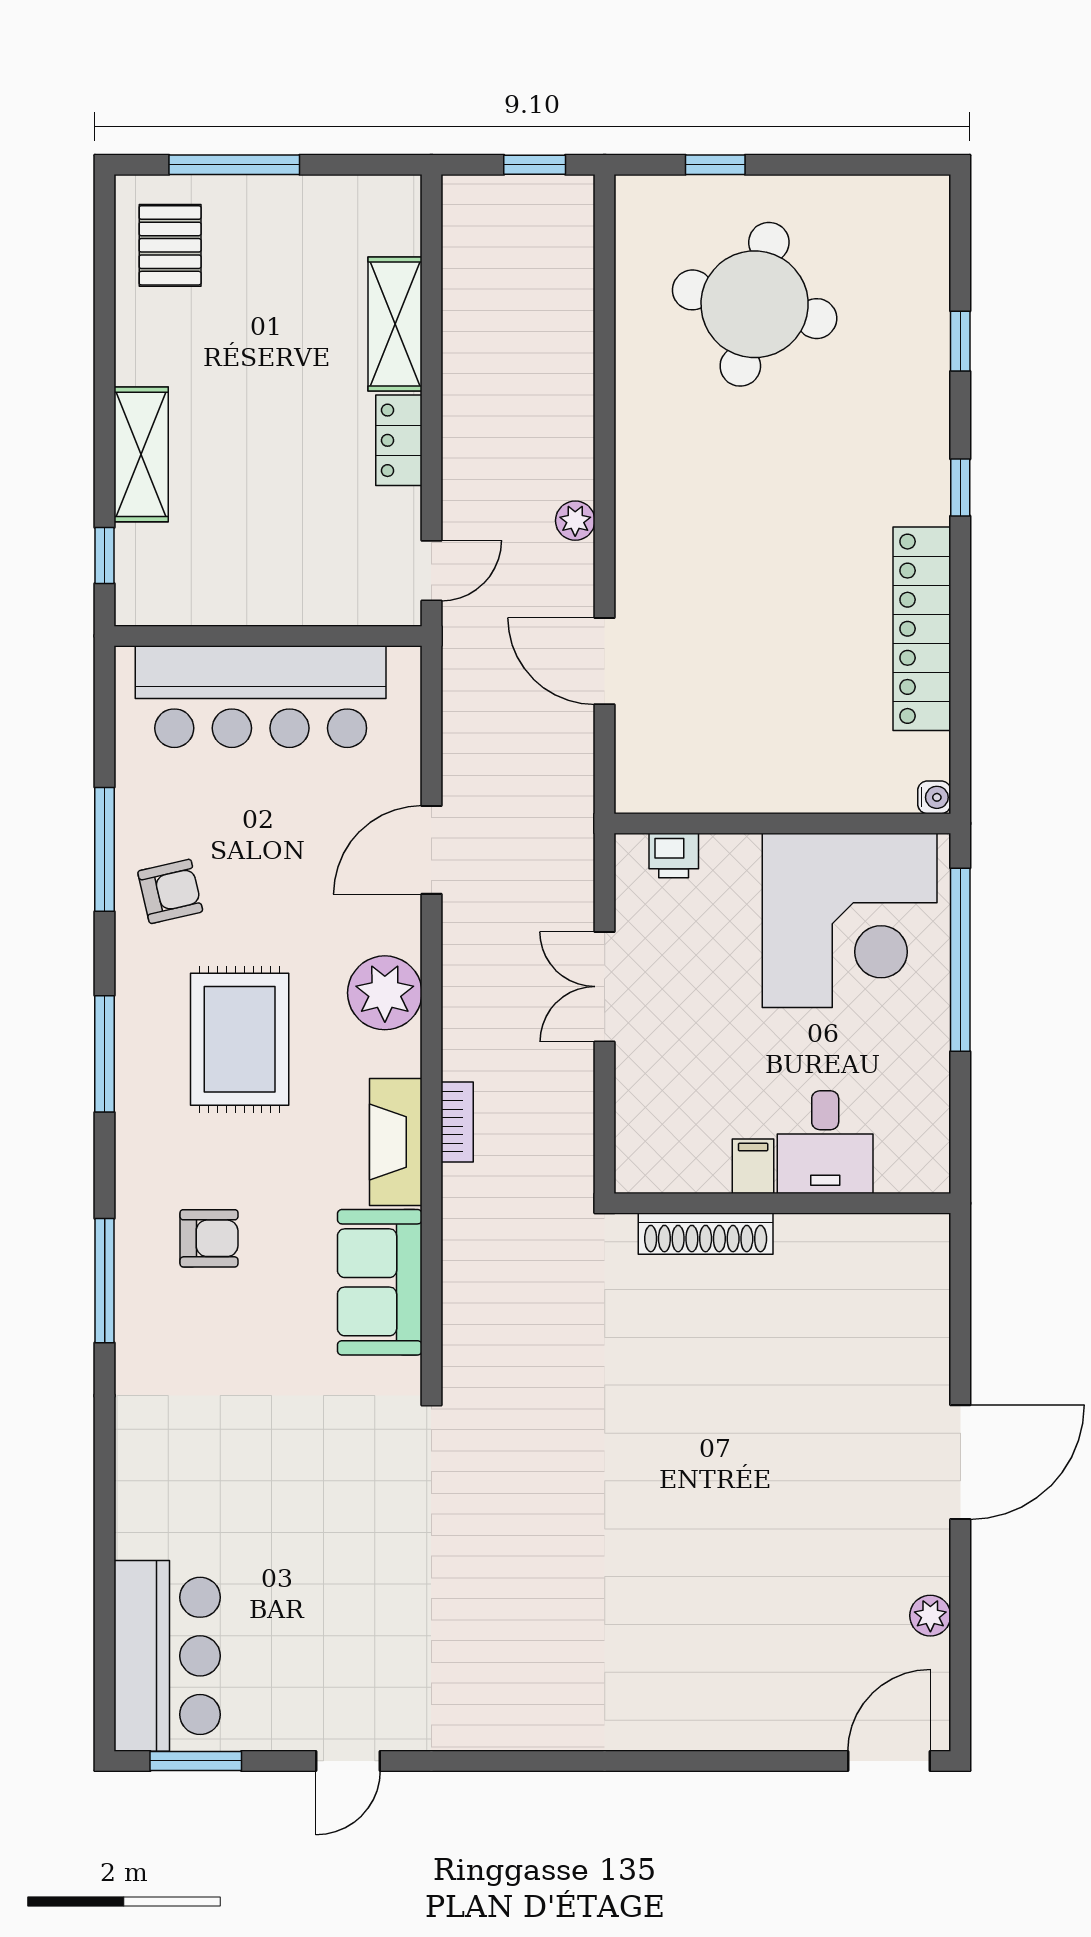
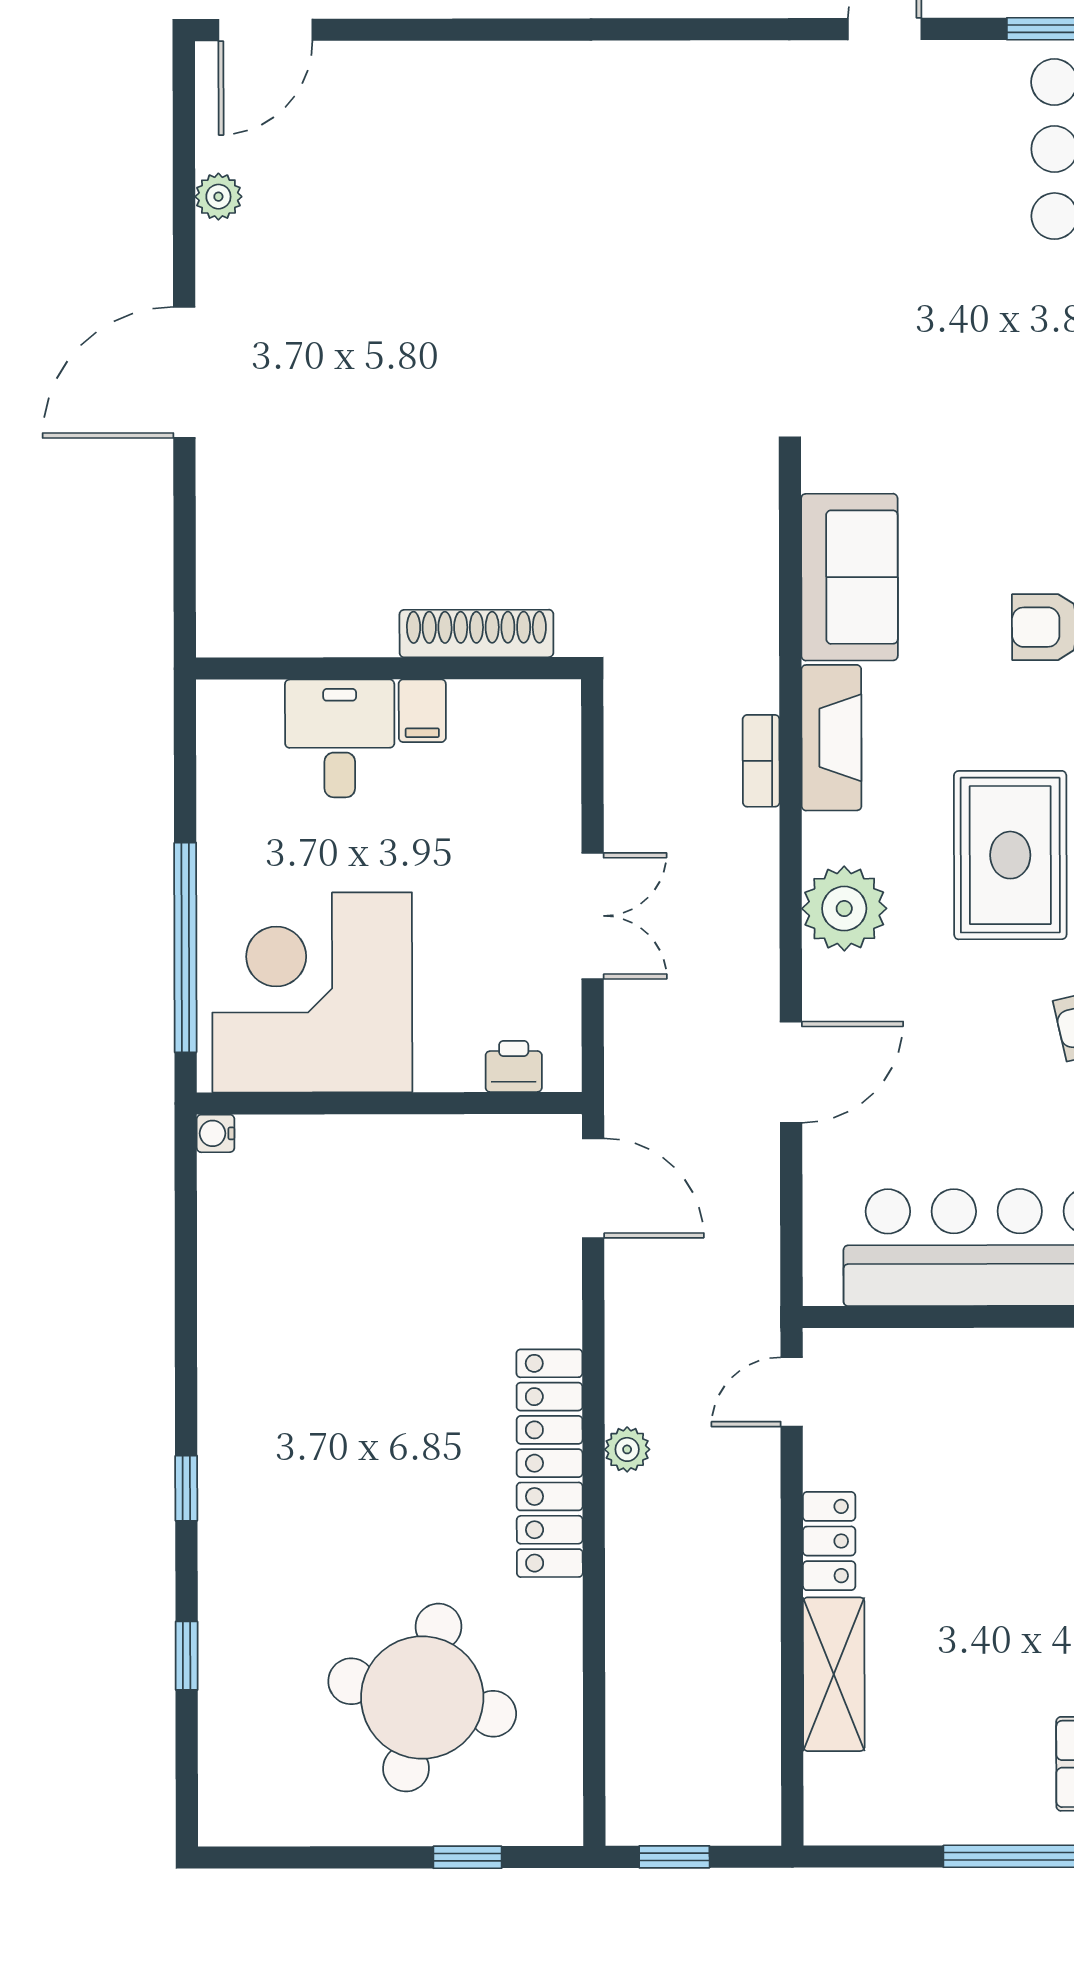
locker: (922, 629) -> (550, 1463), moved, turned 180
door: (605, 661) -> (593, 1188), moved

